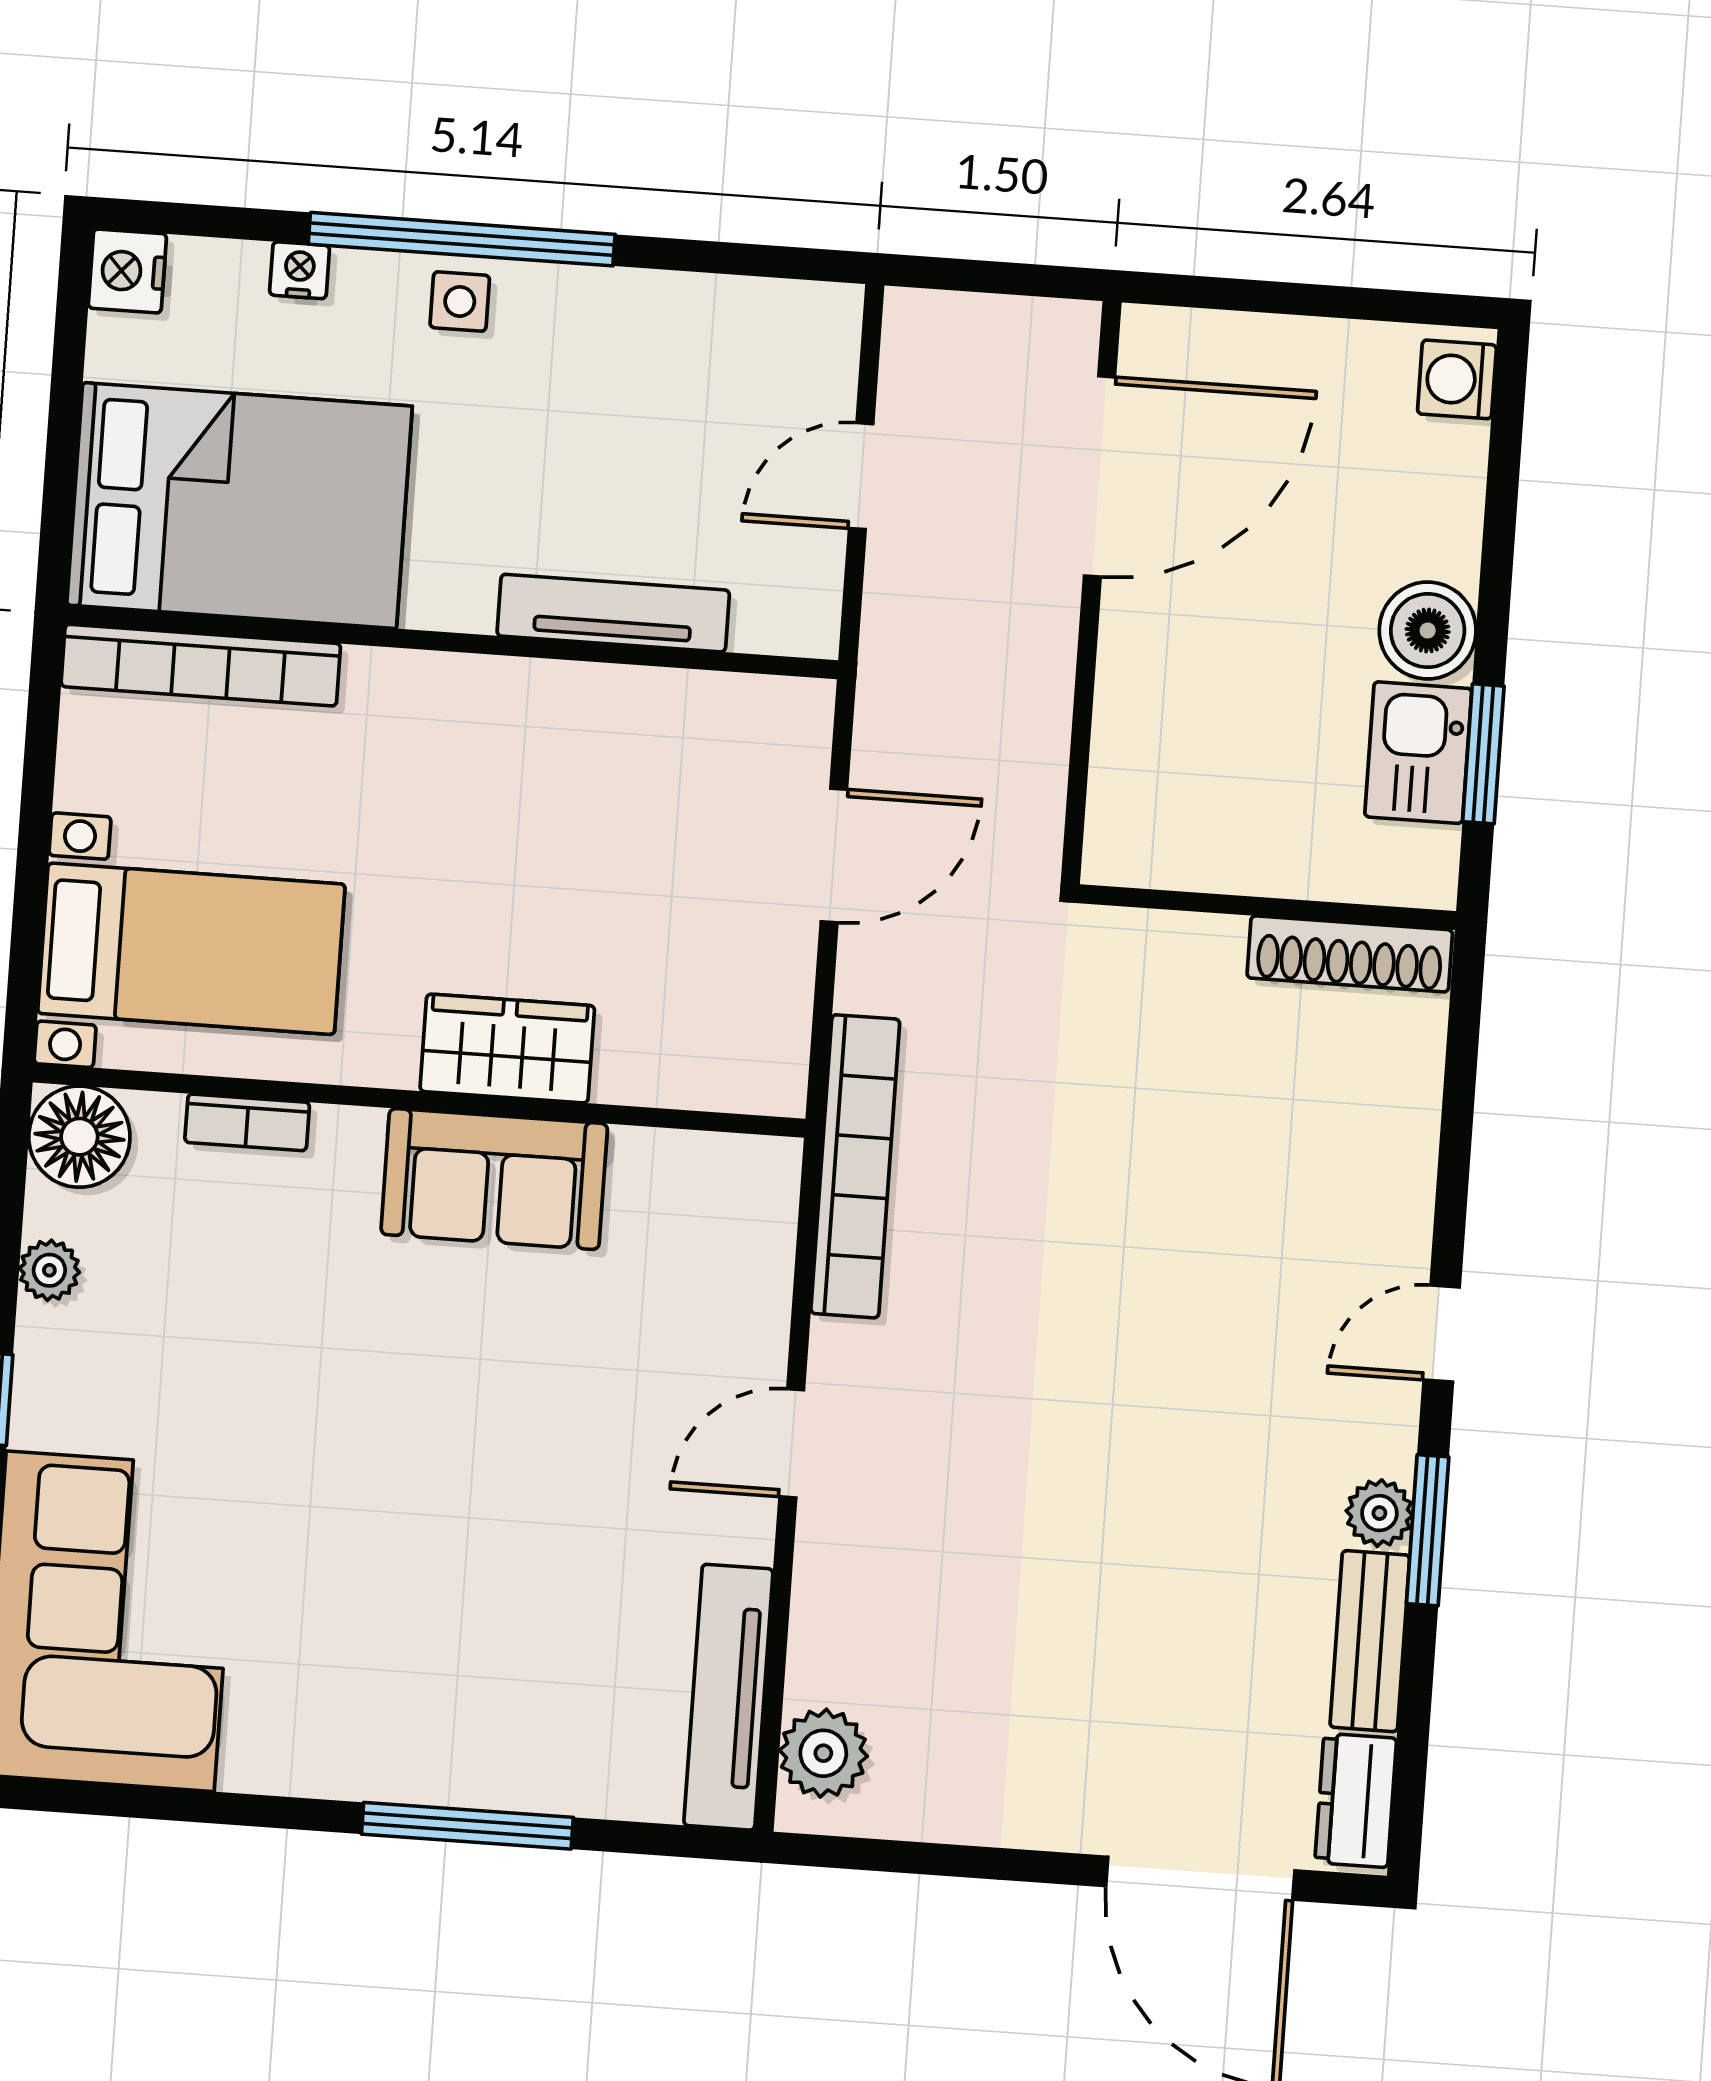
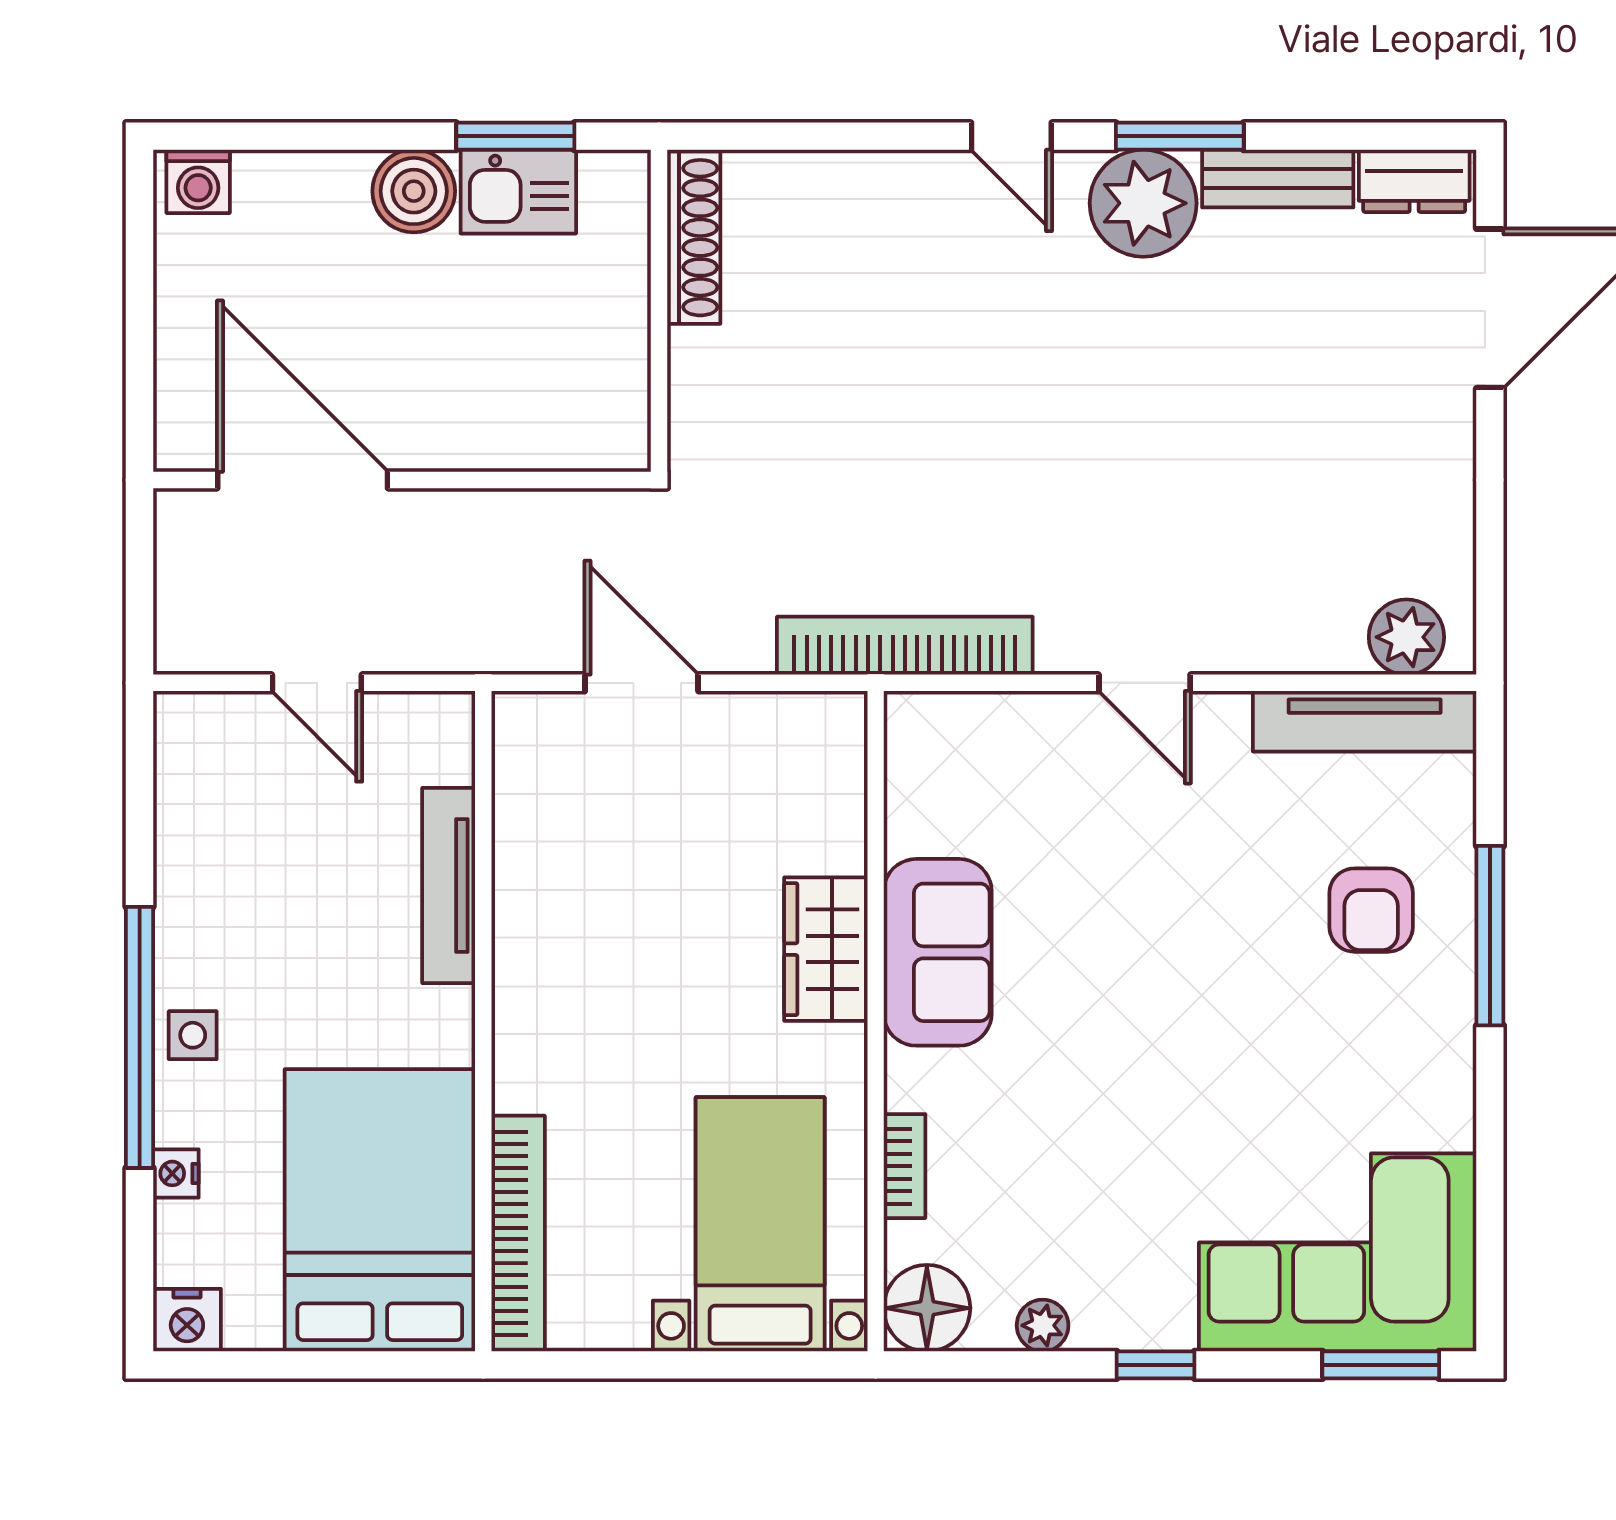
plant: (1379, 1513) -> (1143, 203), width x1.87, depth x1.87
armchair: (507, 1689) -> (1371, 910), added

